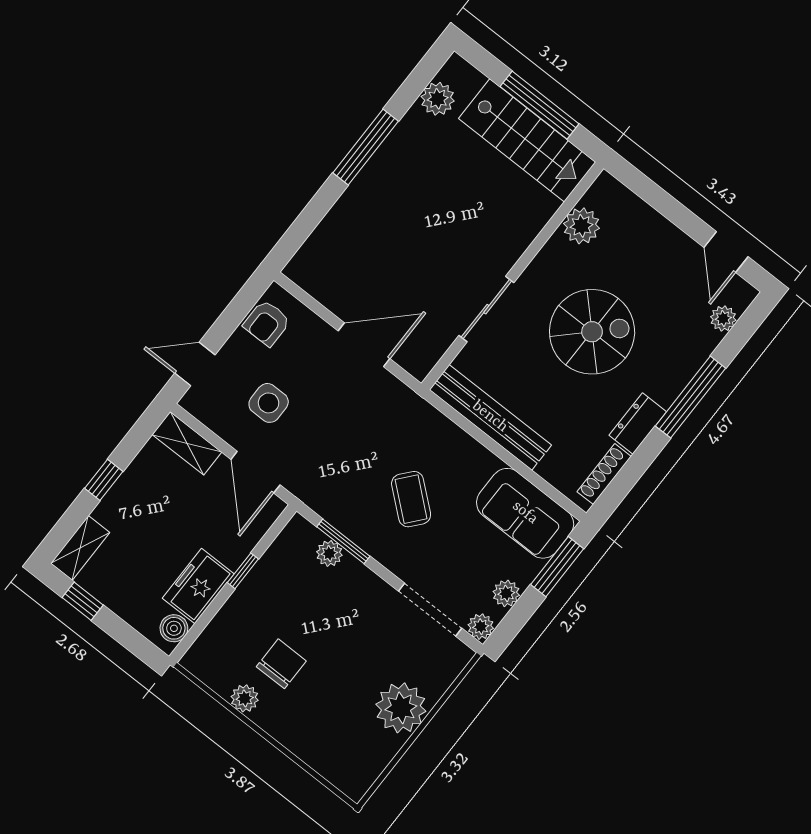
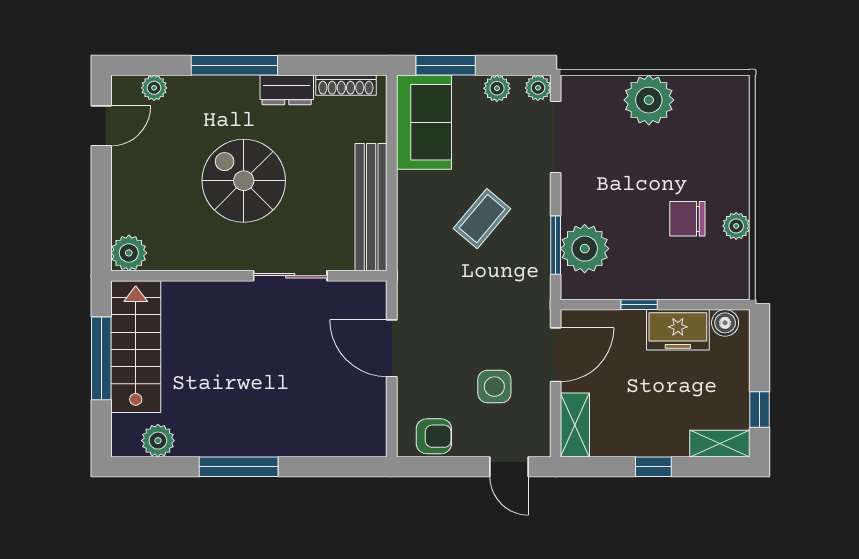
plant: (581, 226) -> (129, 253), moved
plant: (329, 553) -> (585, 249), width x1.88, depth x1.88

